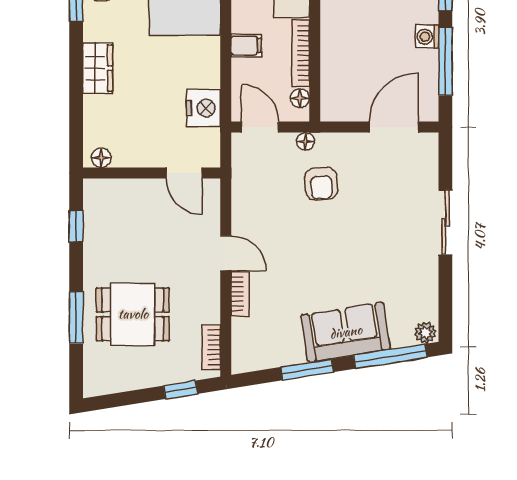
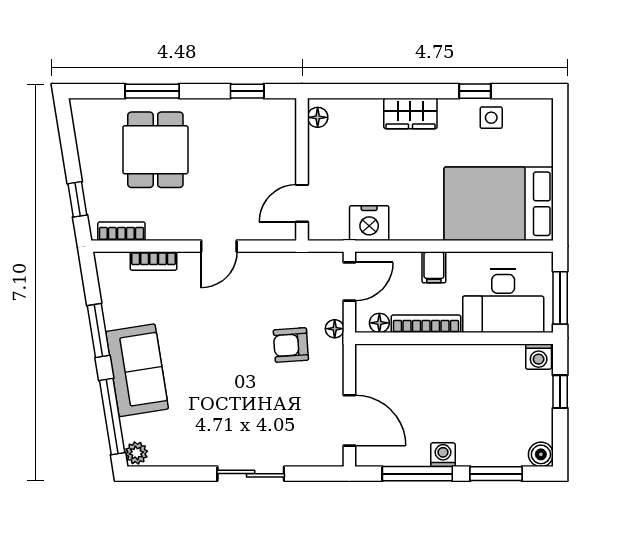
bookcase: (240, 294) -> (154, 261), moved

